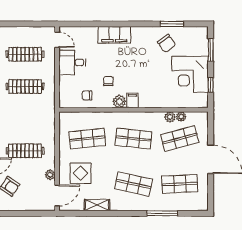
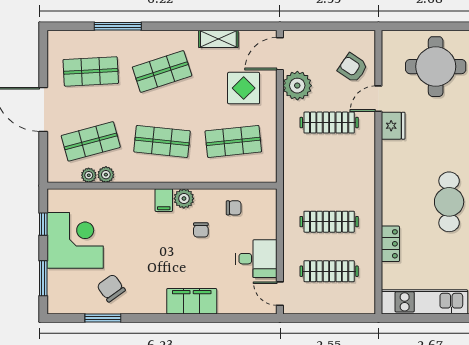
plant: (50, 175) -> (297, 86), width x1.88, depth x1.88
shop shelf: (134, 184) -> (162, 71), turned -30

